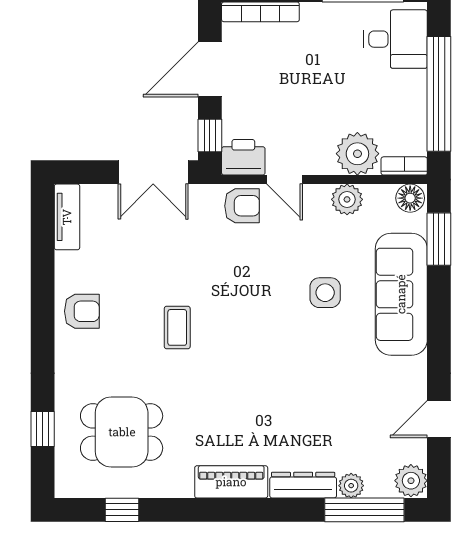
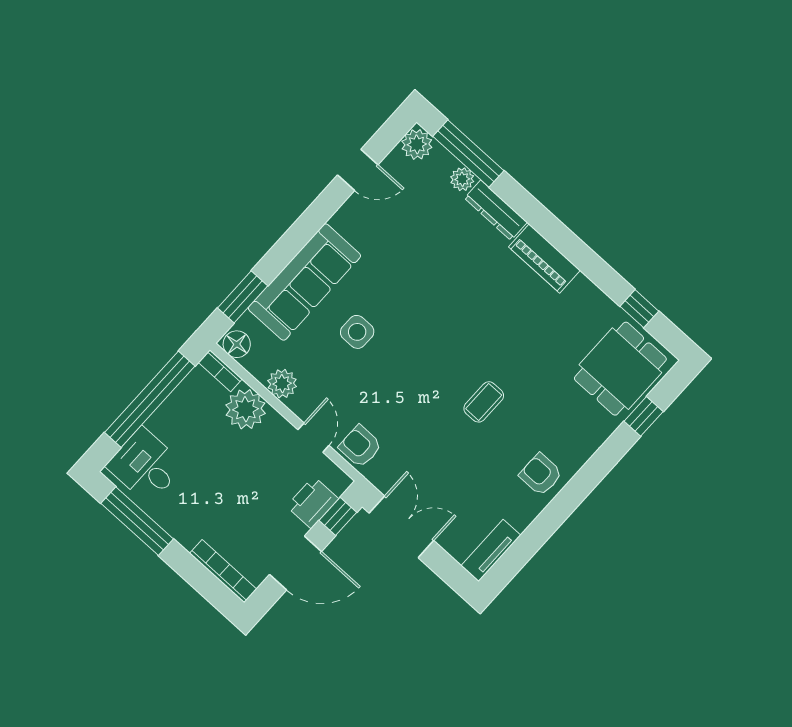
printer: (243, 157) -> (312, 502), moved, turned 90
dining table: (122, 432) -> (620, 369), moved, turned 90

